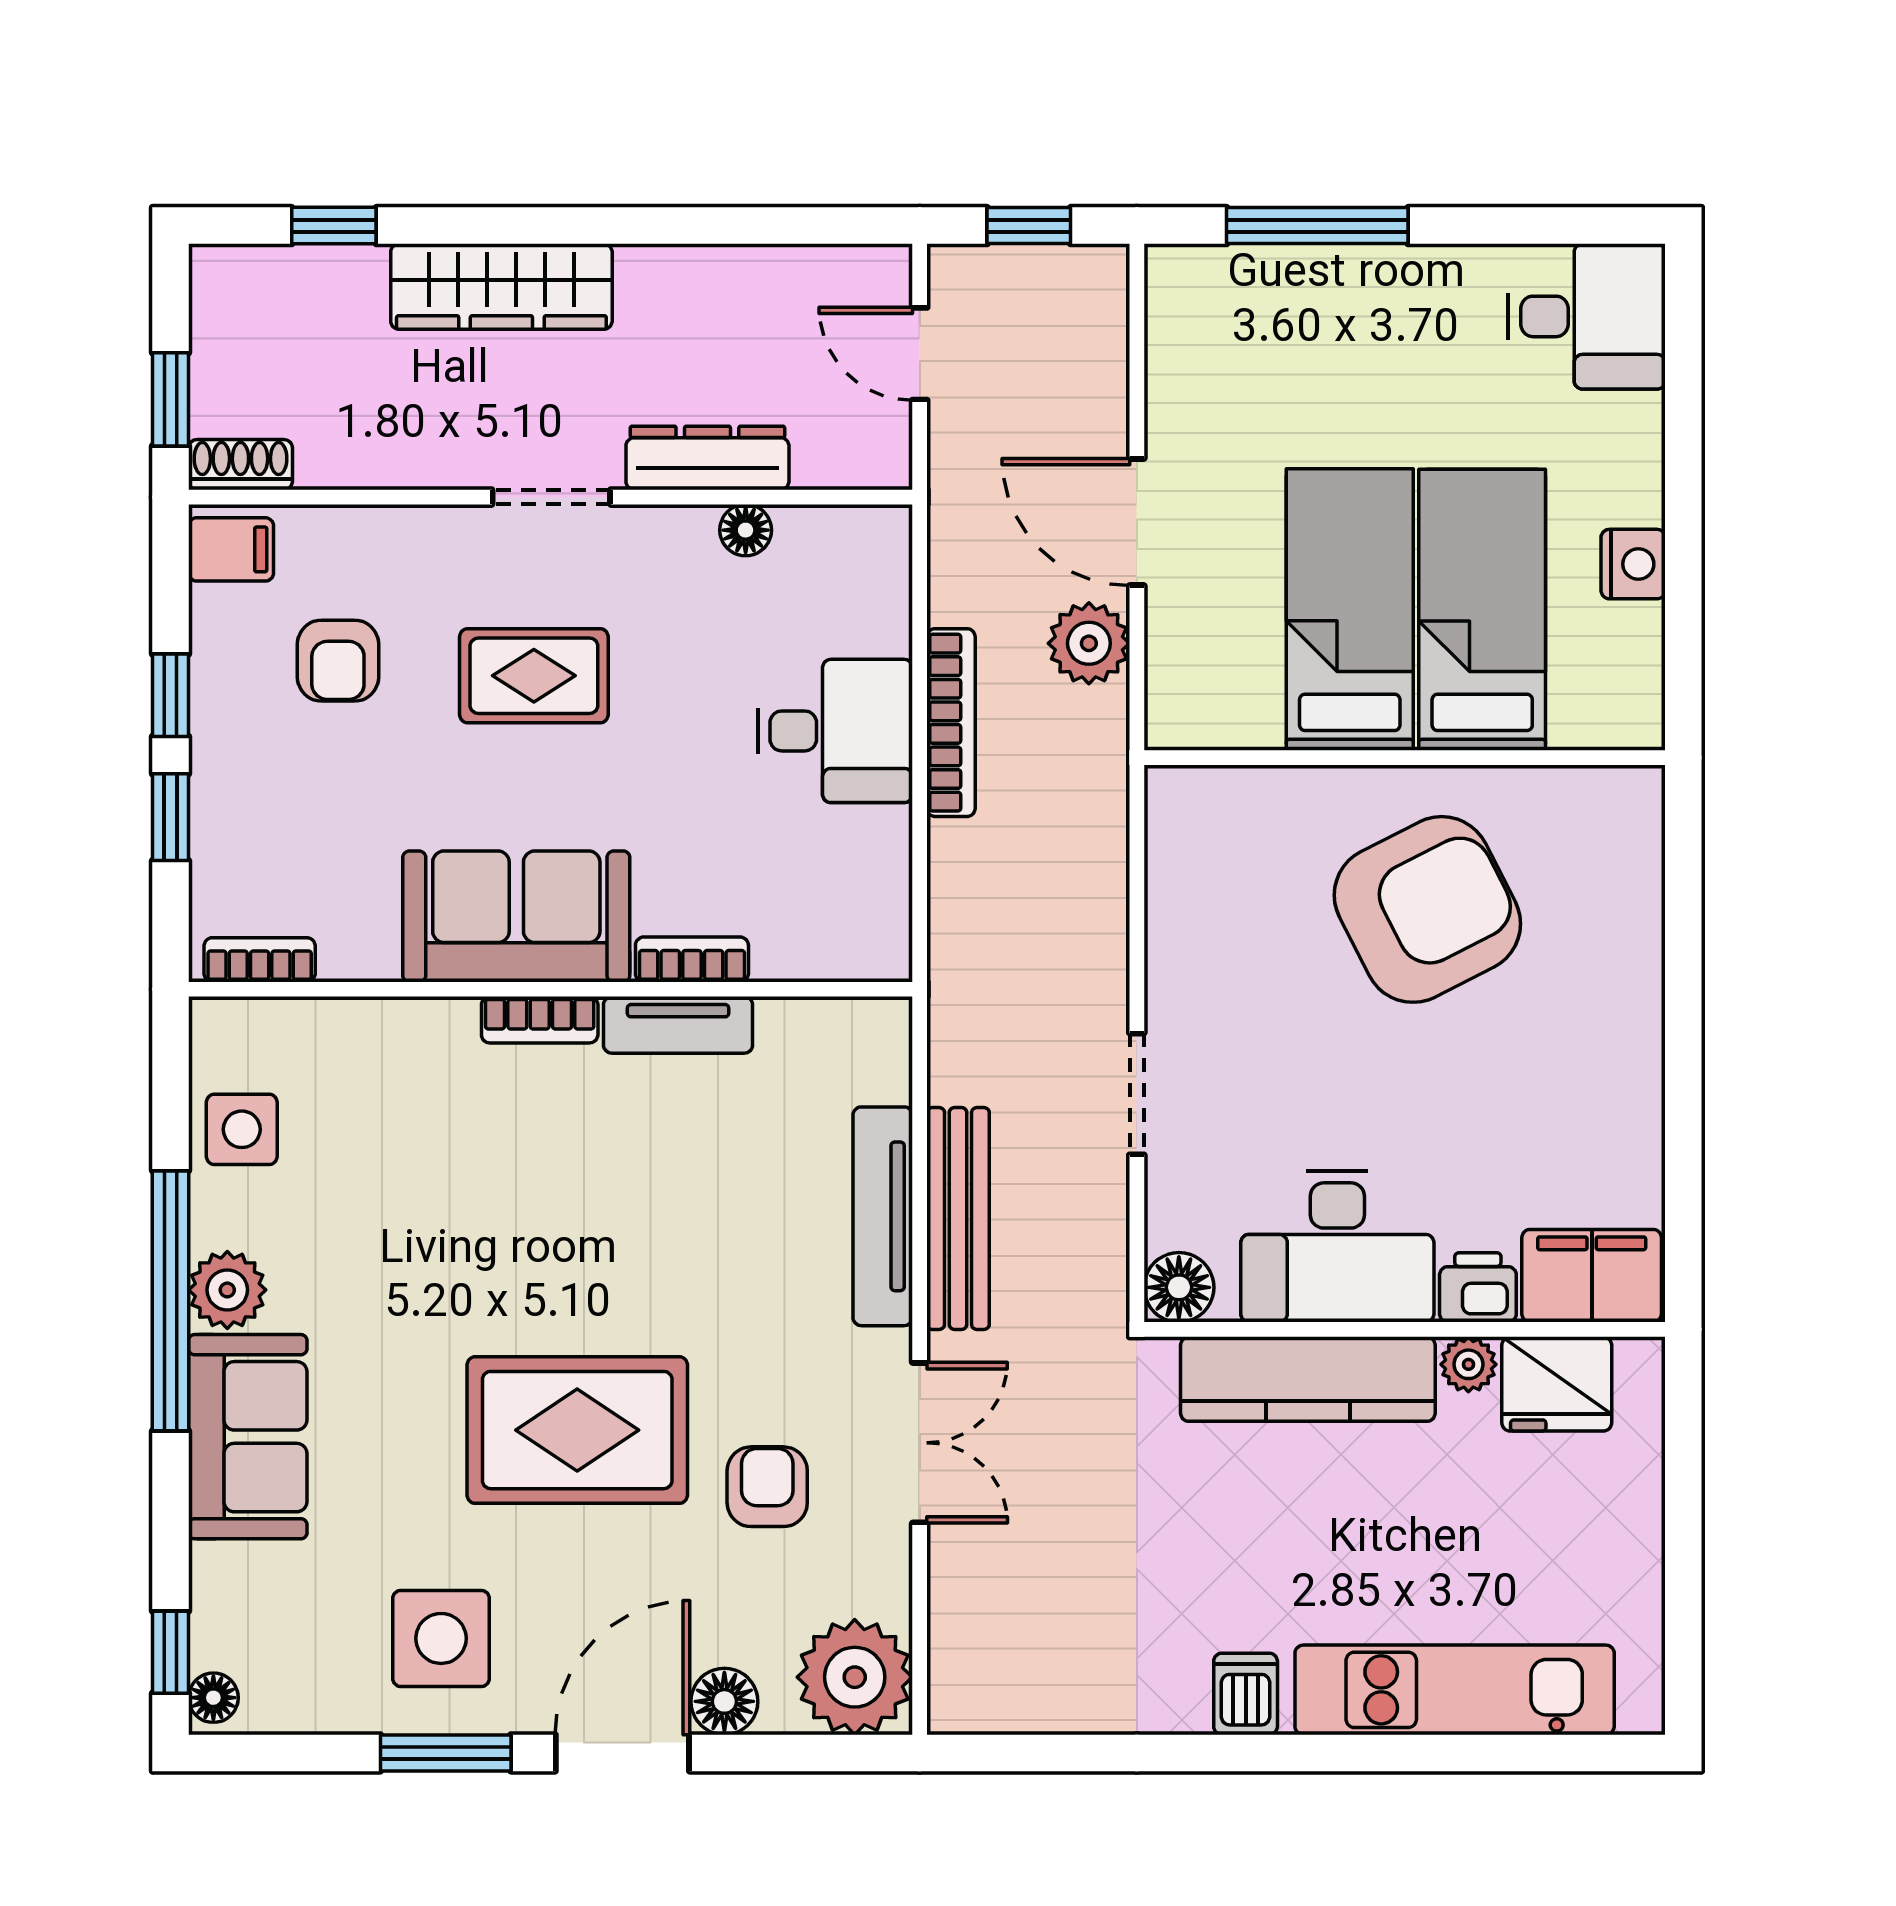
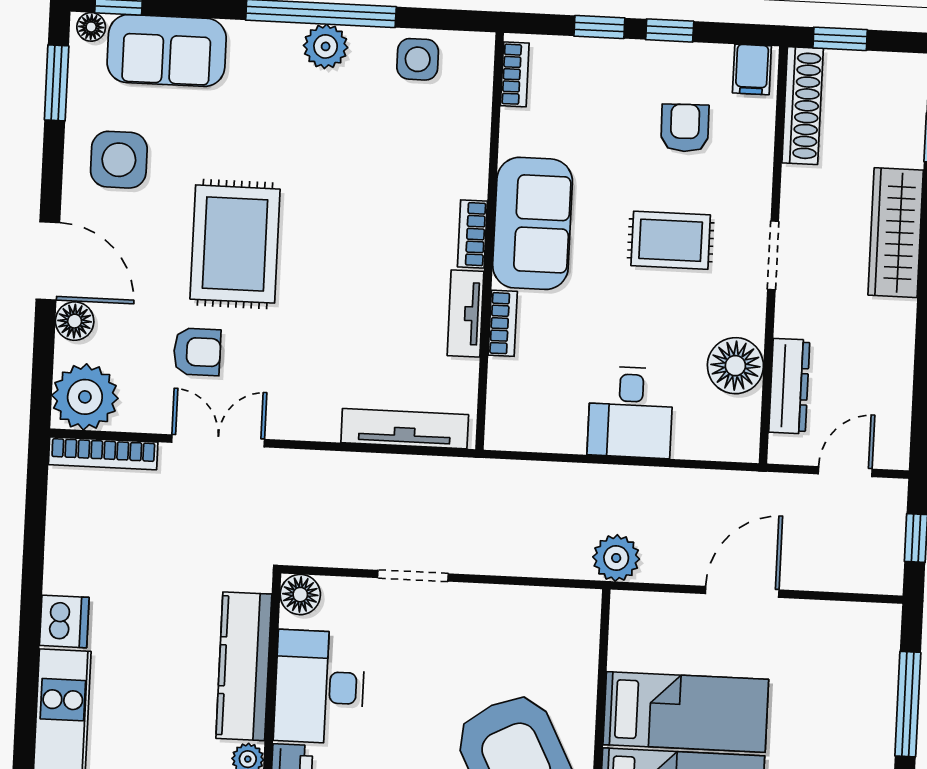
dresser: (707, 458) -> (789, 386), moved
shoe rack: (240, 465) -> (803, 106), width x1.94, depth x1.24
floor lamp: (746, 530) -> (735, 366), width x1.89, depth x1.89
plant: (1089, 643) -> (616, 558), moved
armchair: (338, 661) -> (685, 128), turned 89
rug: (534, 676) -> (671, 240), turned 90
bookcase: (951, 723) -> (103, 453), moved
tv unit: (883, 1216) -> (405, 429), moved
bench: (958, 1218) -> (346, 469), removed
sofa: (248, 1437) -> (167, 50), moved
double door: (920, 1443) -> (218, 441), swing flipped
dishwasher: (1246, 1694) -> (64, 621), width x1.38
window: (446, 1753) -> (57, 83), moved

